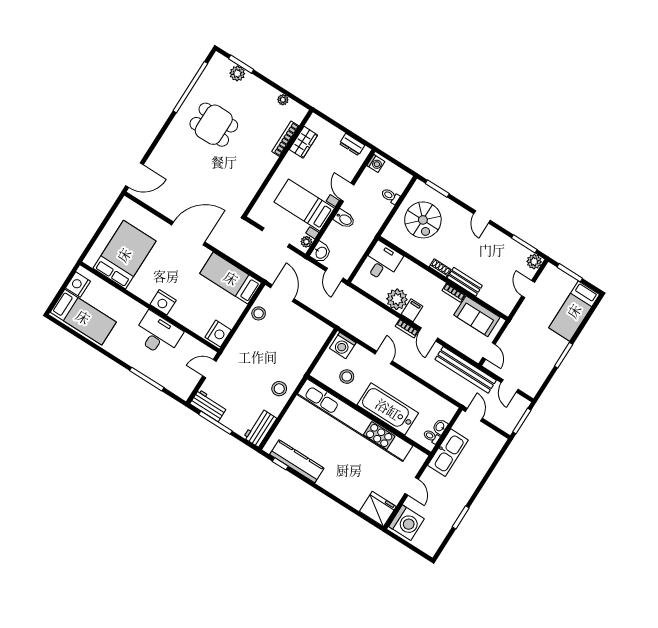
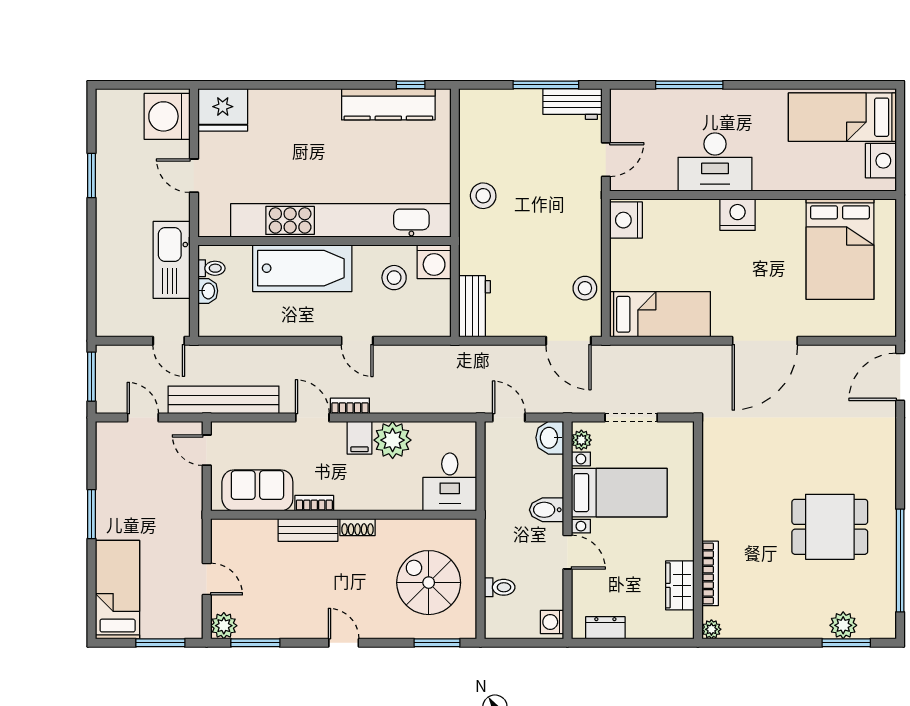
plant: (283, 100) -> (711, 629), moved
washing machine: (343, 345) -> (434, 262), moved, turned 180
workbench: (260, 428) -> (475, 306), moved

